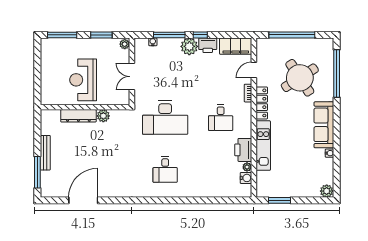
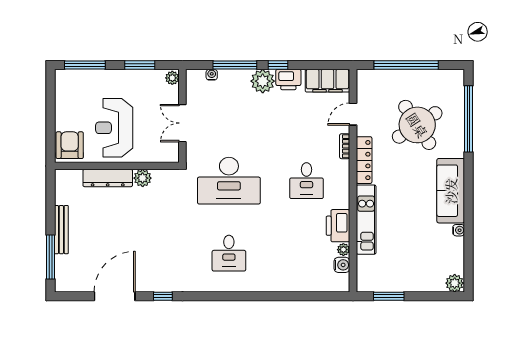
armchair: (51, 92) -> (70, 145), added
window: (118, 200) -> (163, 296), added

